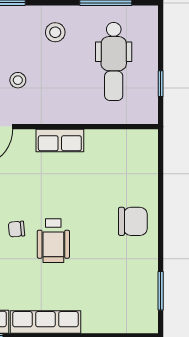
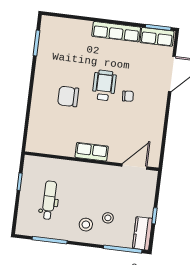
dental chair: (114, 62) -> (49, 200), width x0.73, depth x0.72
stool: (18, 80) -> (108, 218), moved
chair: (133, 221) -> (68, 96), moved

